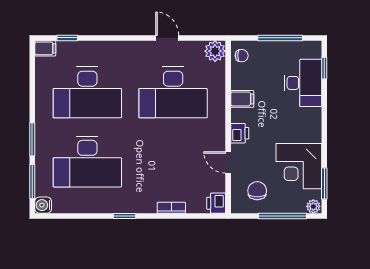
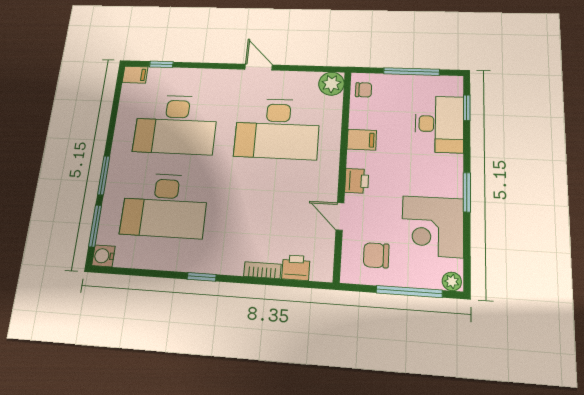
door: (167, 38) -> (259, 67), moved
window: (324, 183) -> (467, 192), moved
chair: (257, 191) -> (376, 255), turned -90
printer: (216, 203) -> (296, 268), moved, turned 90

